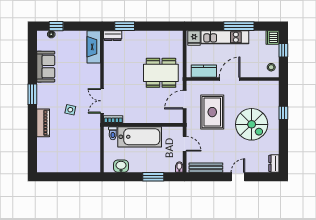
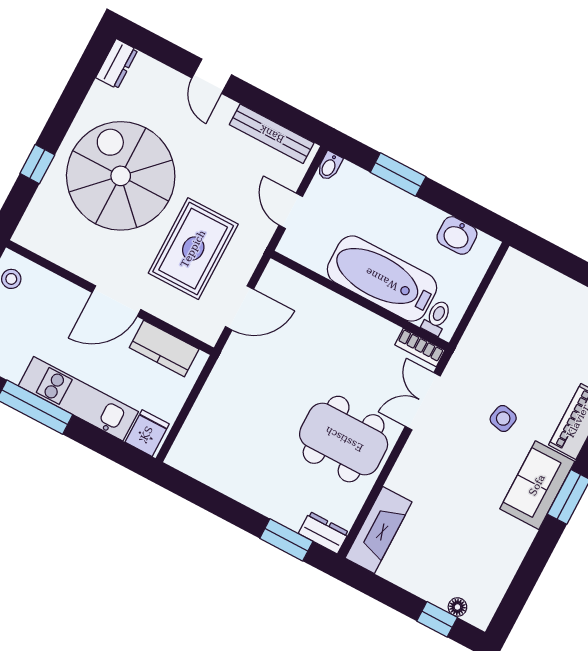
sofa: (46, 67) -> (537, 485), moved
dining table: (161, 73) -> (344, 439), moved
double door: (102, 101) -> (423, 401), swing flipped
spiral stairs: (252, 124) -> (121, 176), width x1.37, depth x1.37
door: (238, 177) -> (212, 76), hinge flipped

